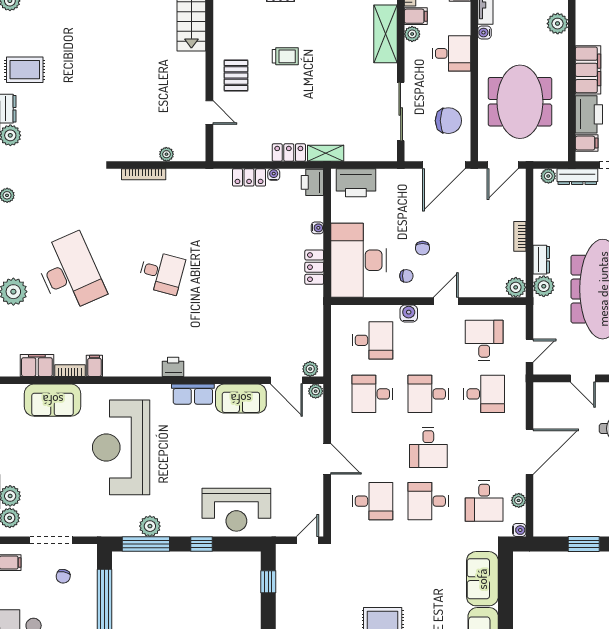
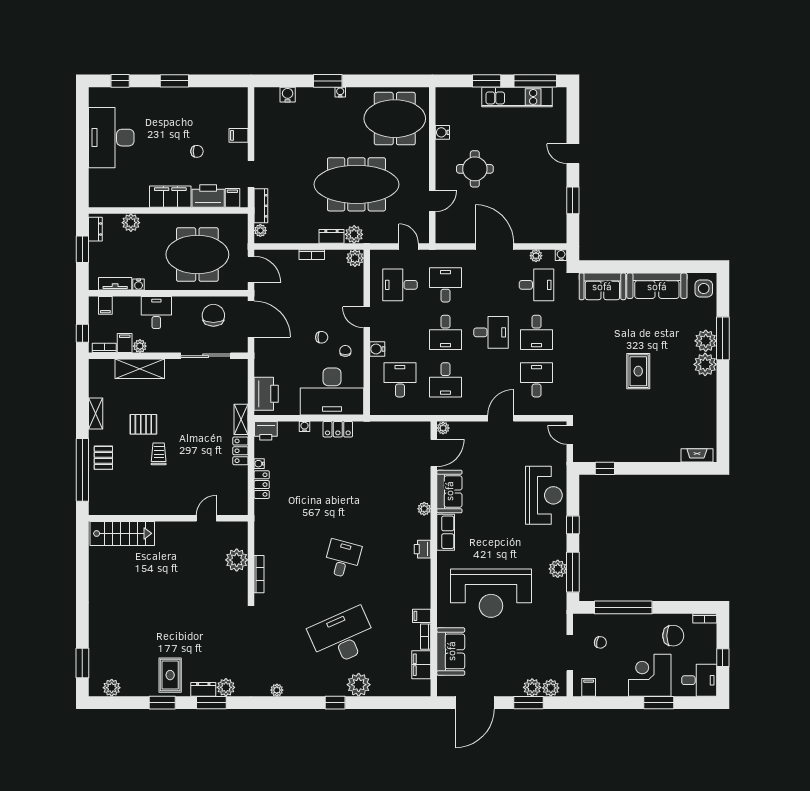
pallet: (236, 75) -> (143, 424), moved
plant: (166, 154) -> (237, 560), width x1.87, depth x1.87
plant: (310, 369) -> (424, 509), moved

